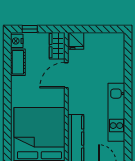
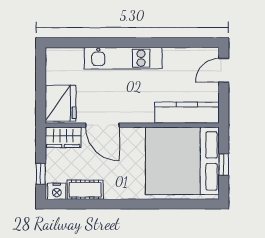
fridge: (76, 41) -> (61, 103), width x1.88, depth x1.34
kitchen unit: (116, 112) -> (123, 58), moved

